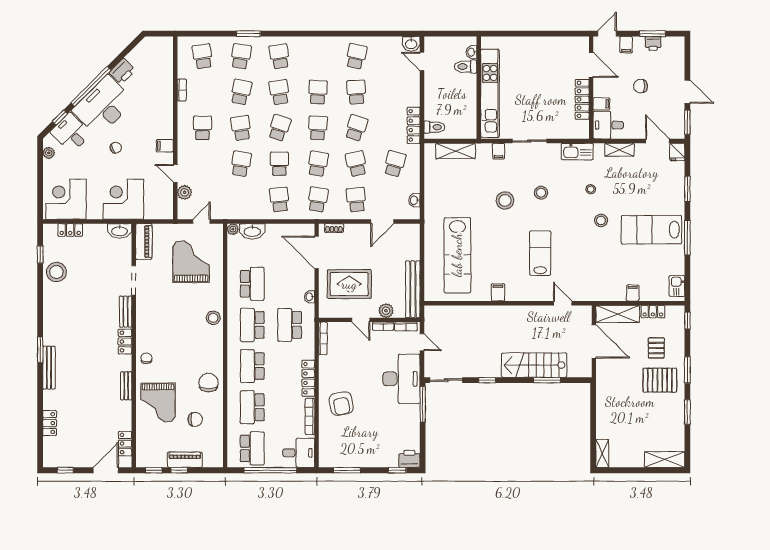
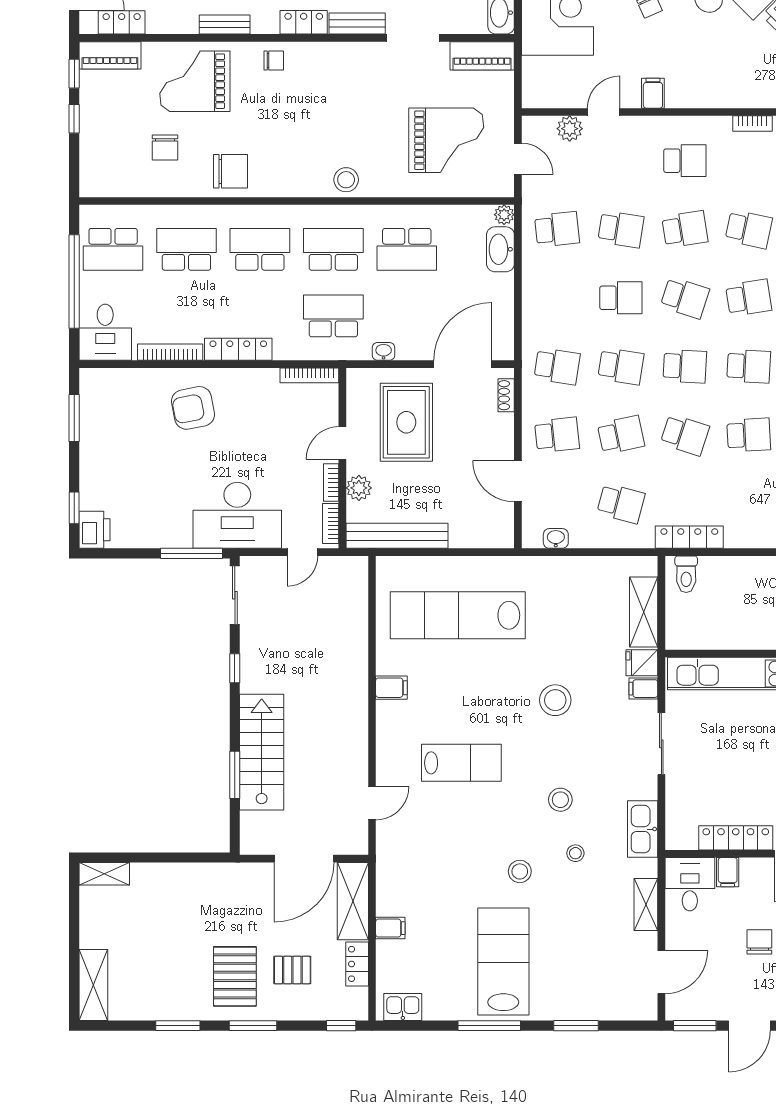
fridge: (677, 152) -> (642, 663), moved
stool: (541, 193) -> (560, 800), moved
school desk: (279, 200) -> (557, 229), moved
piano: (185, 460) -> (110, 55), moved, turned 90

